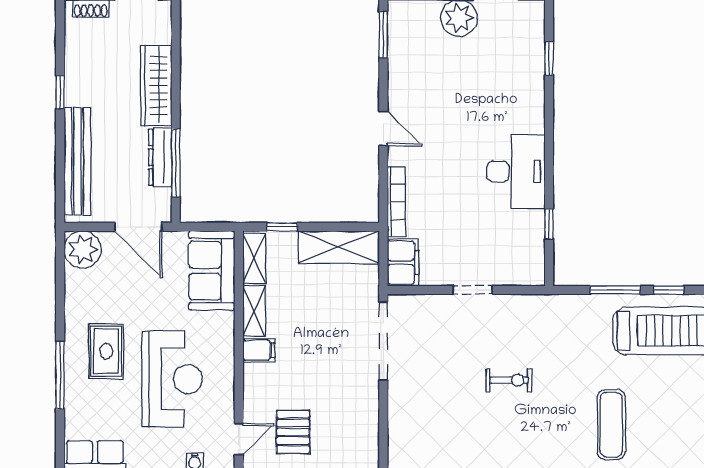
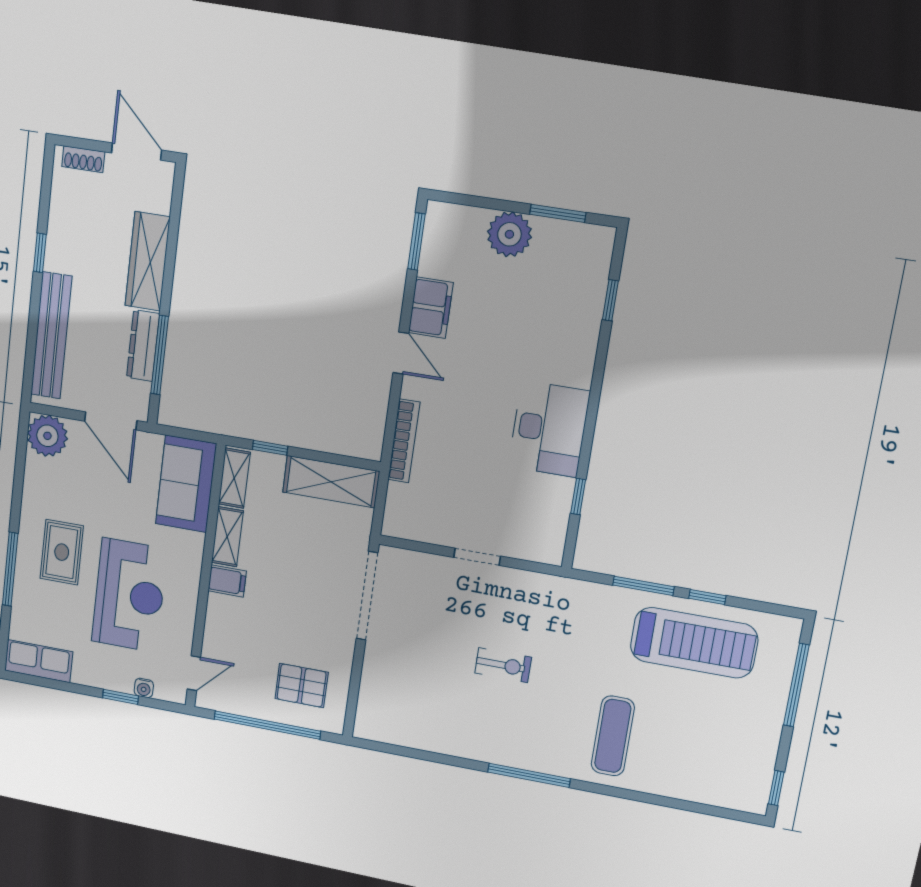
filing cabinet: (403, 262) -> (431, 308), moved
pallet: (293, 432) -> (302, 686), moved, turned 90

